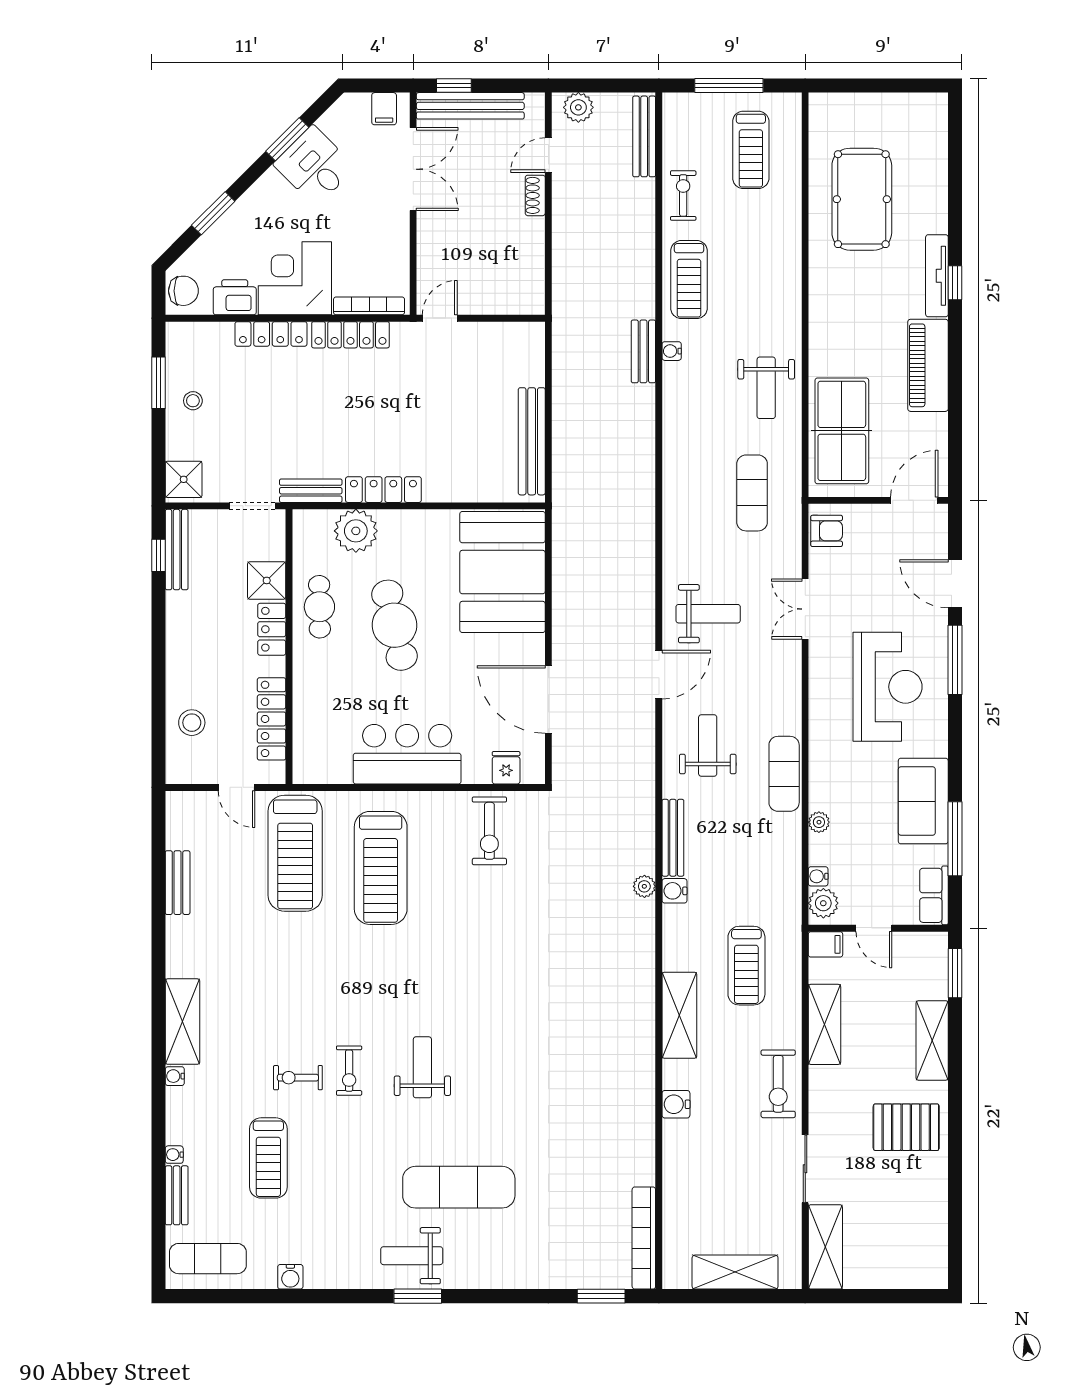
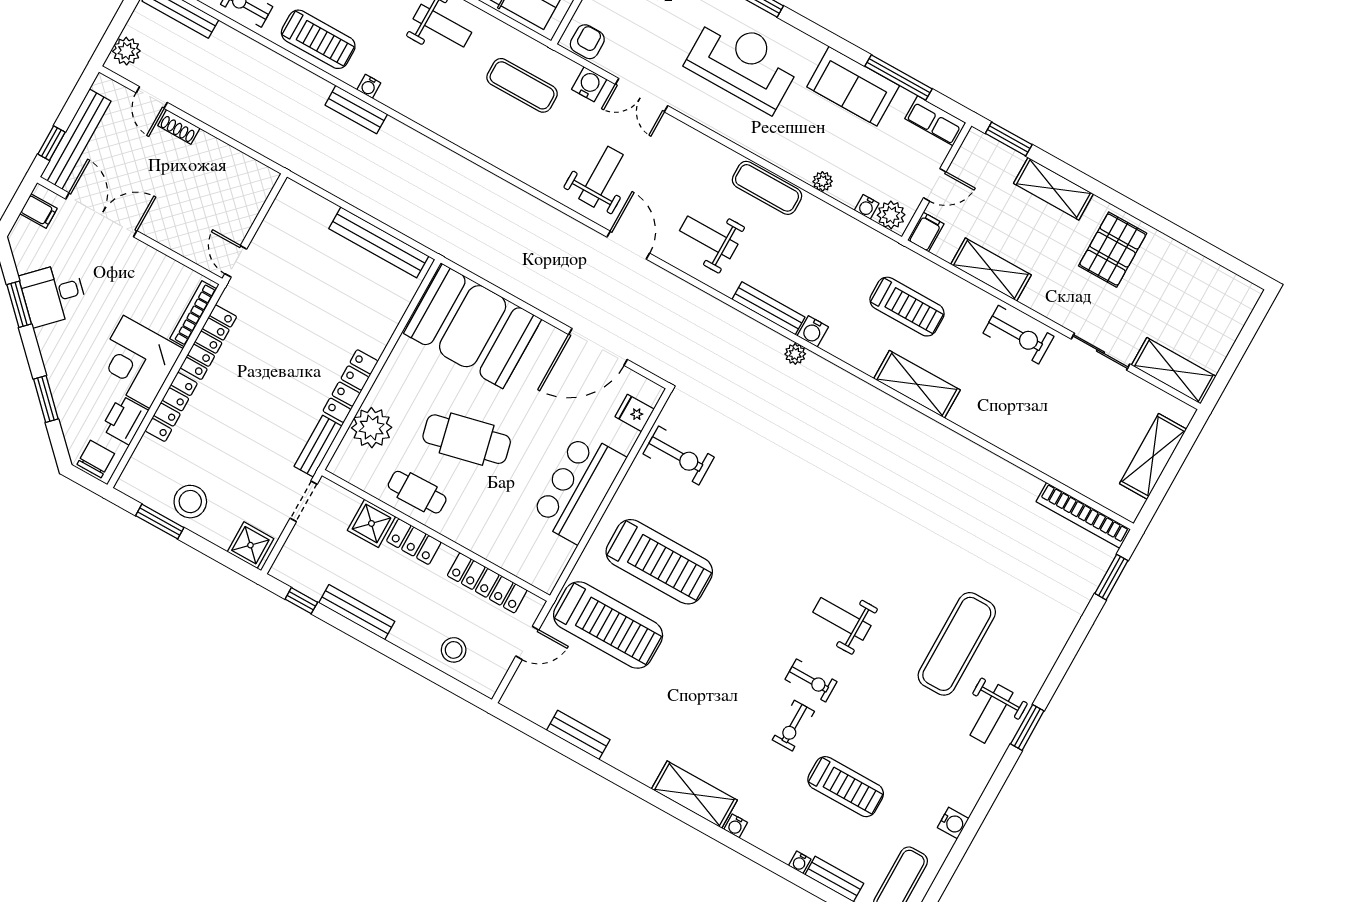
stool: (193, 401) -> (190, 502), width x1.89, depth x1.89
bench: (177, 550) -> (357, 612), moved
water cooler: (676, 1104) -> (589, 84), moved, turned 180

